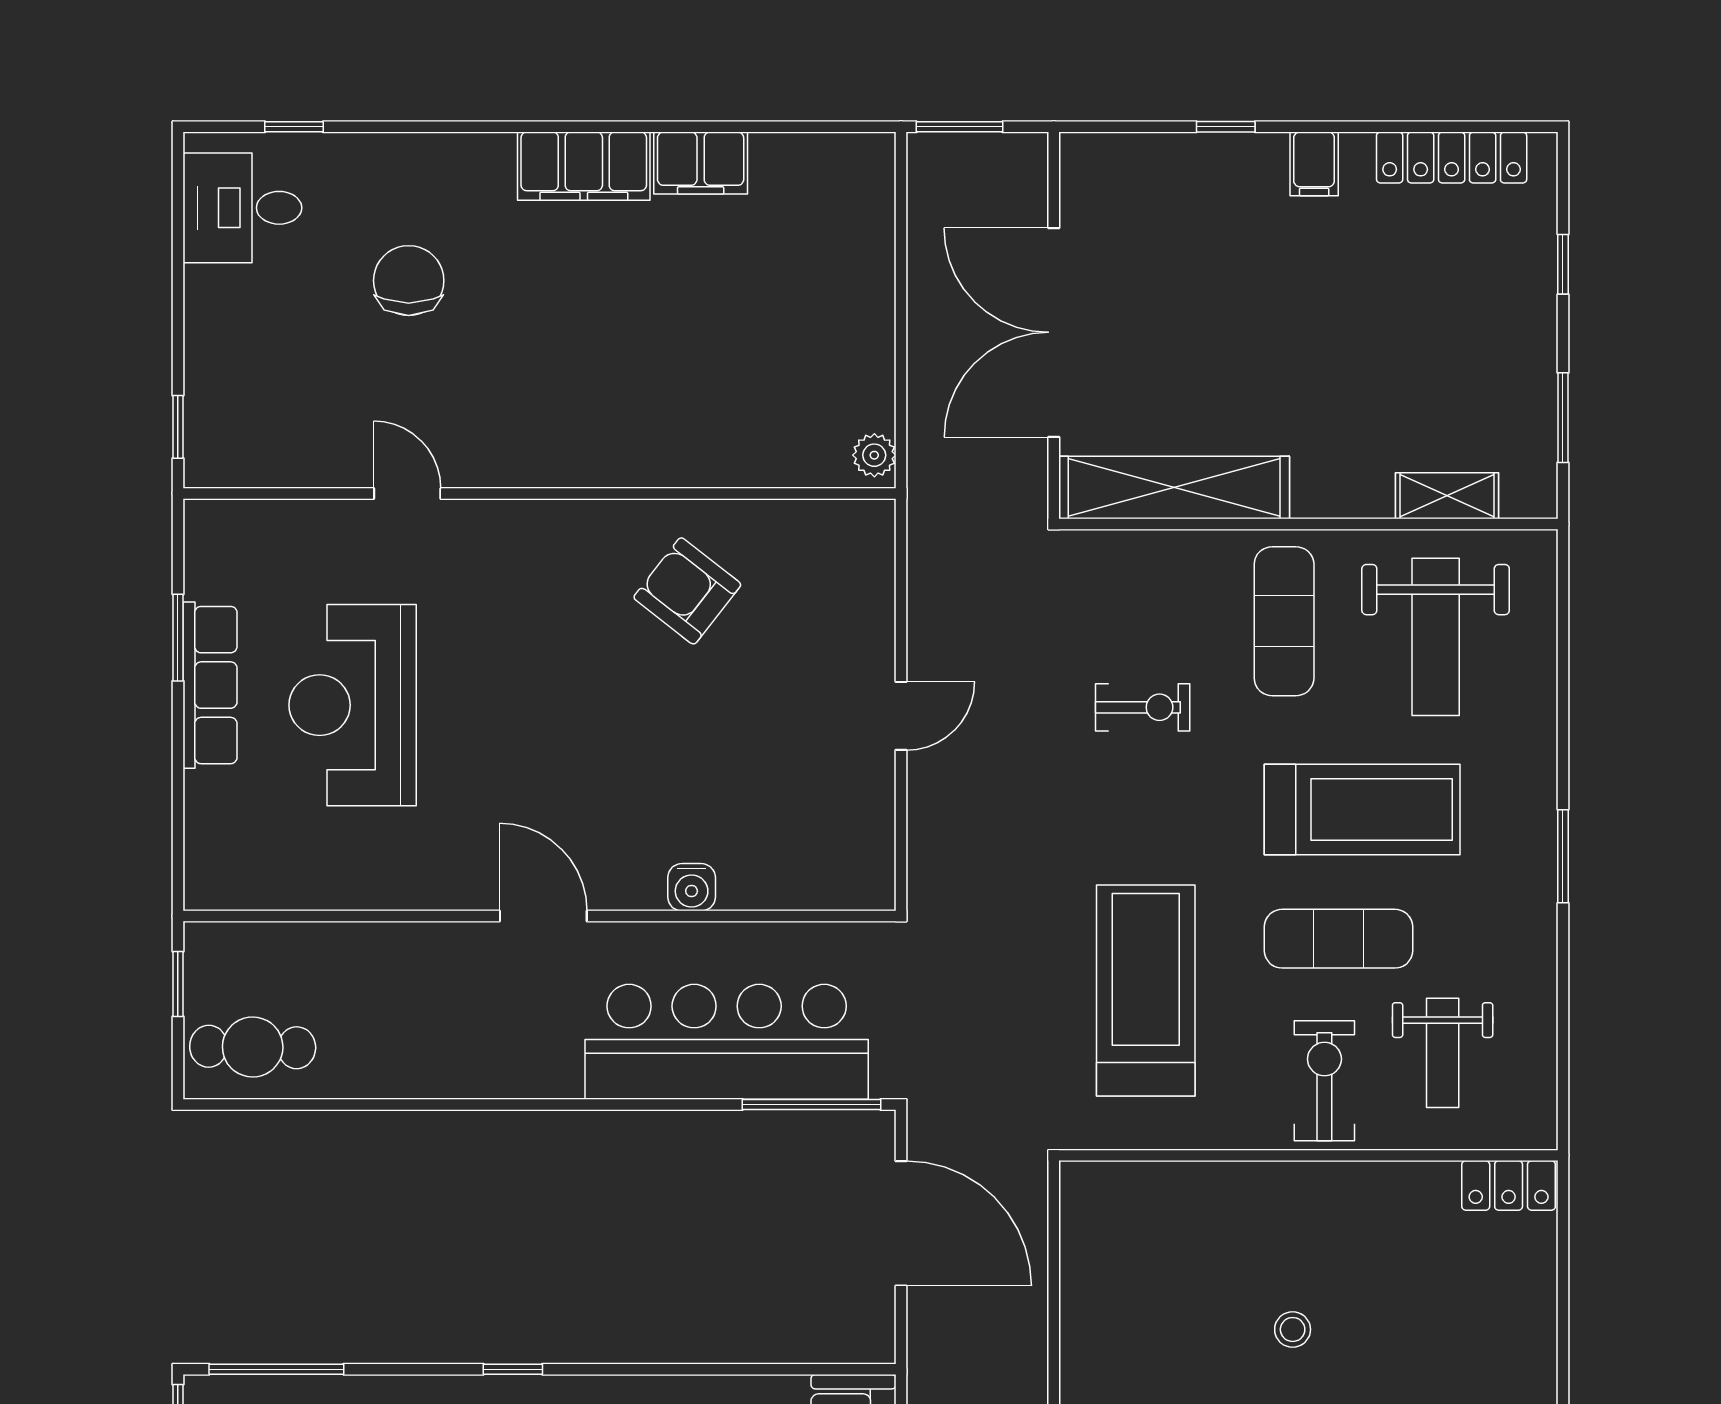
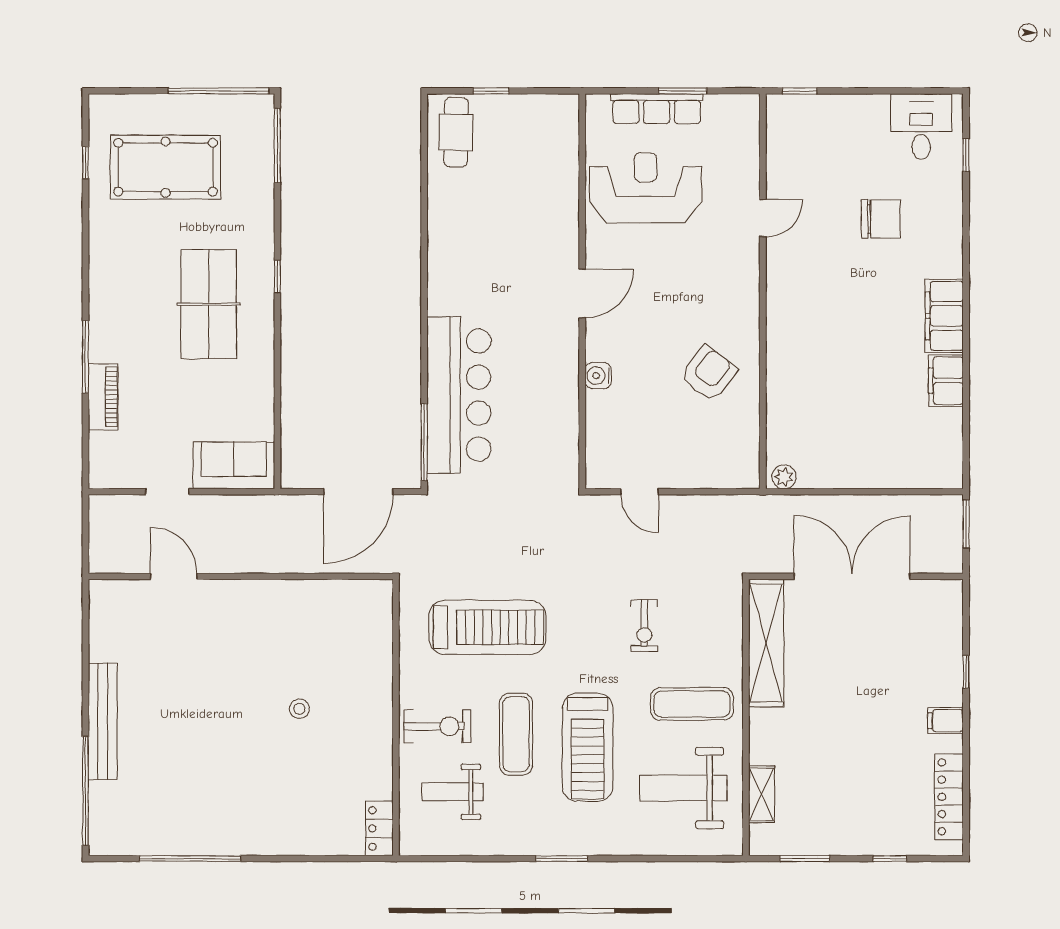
water cooler: (692, 887) -> (598, 376), moved
wall: (539, 916) -> (582, 291), moved
door: (543, 916) -> (582, 293), moved

